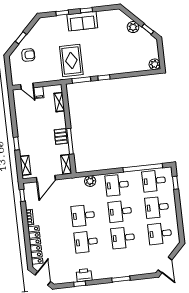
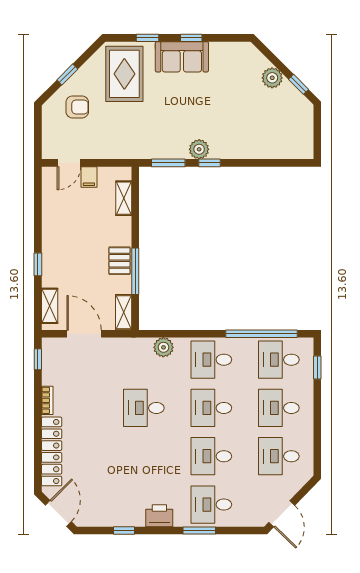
rug: (71, 60) -> (124, 74), moved
plant: (155, 64) -> (199, 149), moved
door: (27, 86) -> (69, 163), hinge flipped
door: (46, 179) -> (84, 334), swing flipped
desk: (86, 242) -> (211, 505), moved
printer: (84, 275) -> (159, 516), moved

